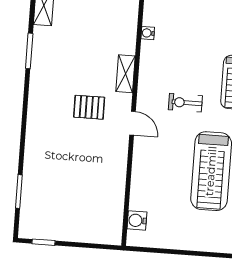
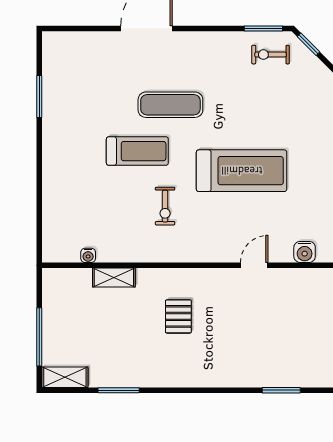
shelving: (125, 74) -> (114, 277), moved
door: (132, 123) -> (254, 265), moved

